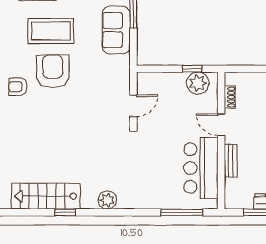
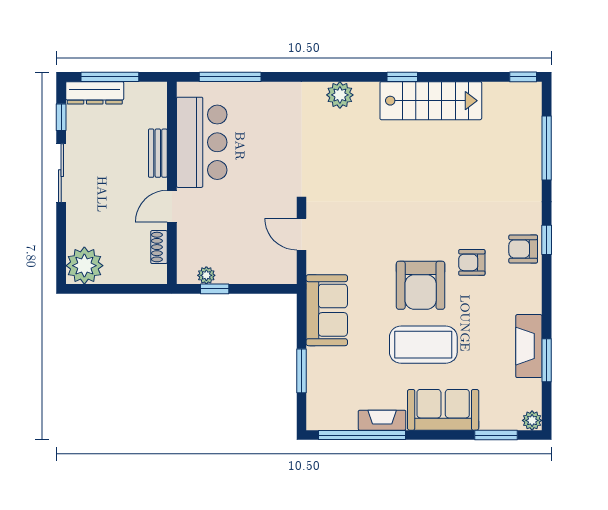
sofa: (116, 30) -> (327, 310), moved
plant: (198, 83) -> (206, 275), width x0.53, depth x0.53
armchair: (18, 87) -> (472, 262), turned 180
door: (133, 106) -> (301, 234), hinge flipped
door: (221, 125) -> (172, 206), swing flipped

